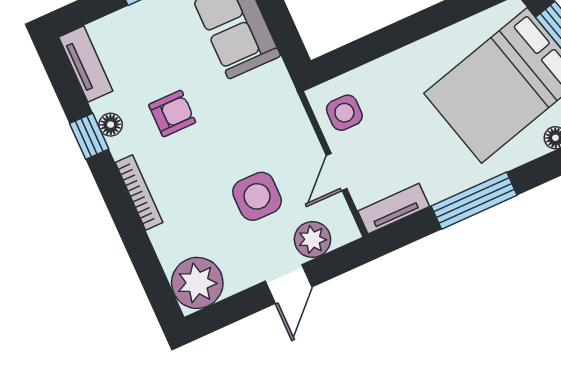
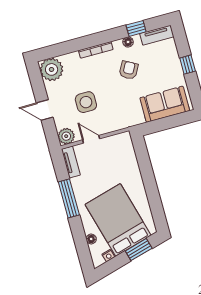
side table: (344, 113) -> (117, 147), removed
armchair: (172, 114) -> (129, 70), turned -151
window: (89, 136) -> (136, 28), moved
plant: (312, 240) -> (66, 136), moved

